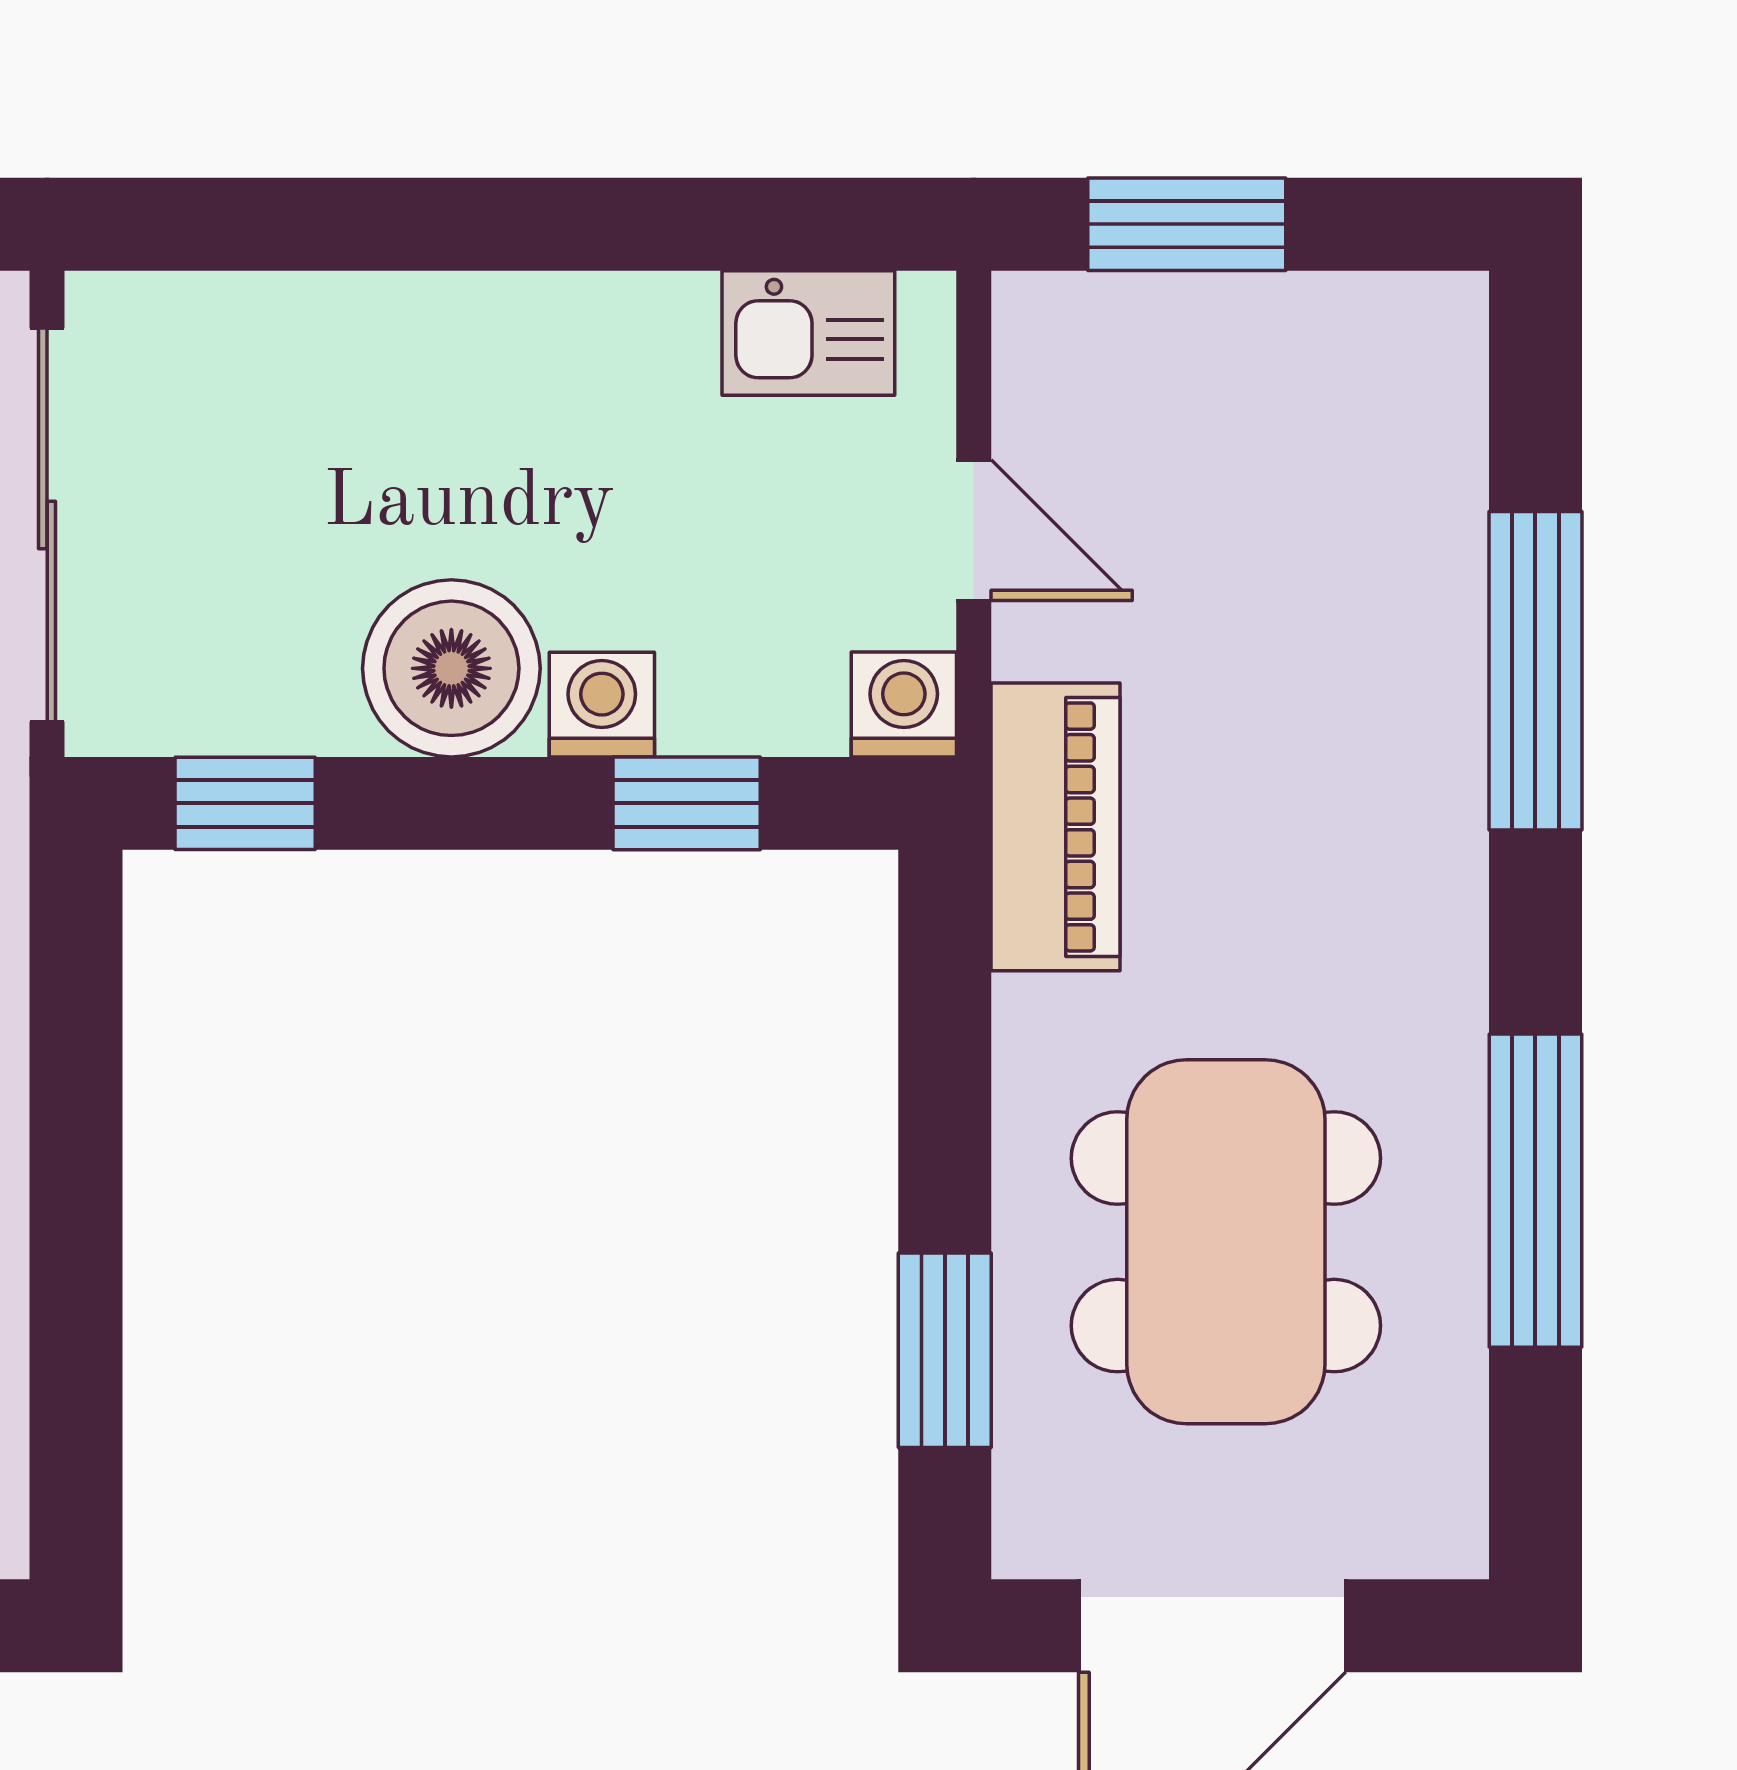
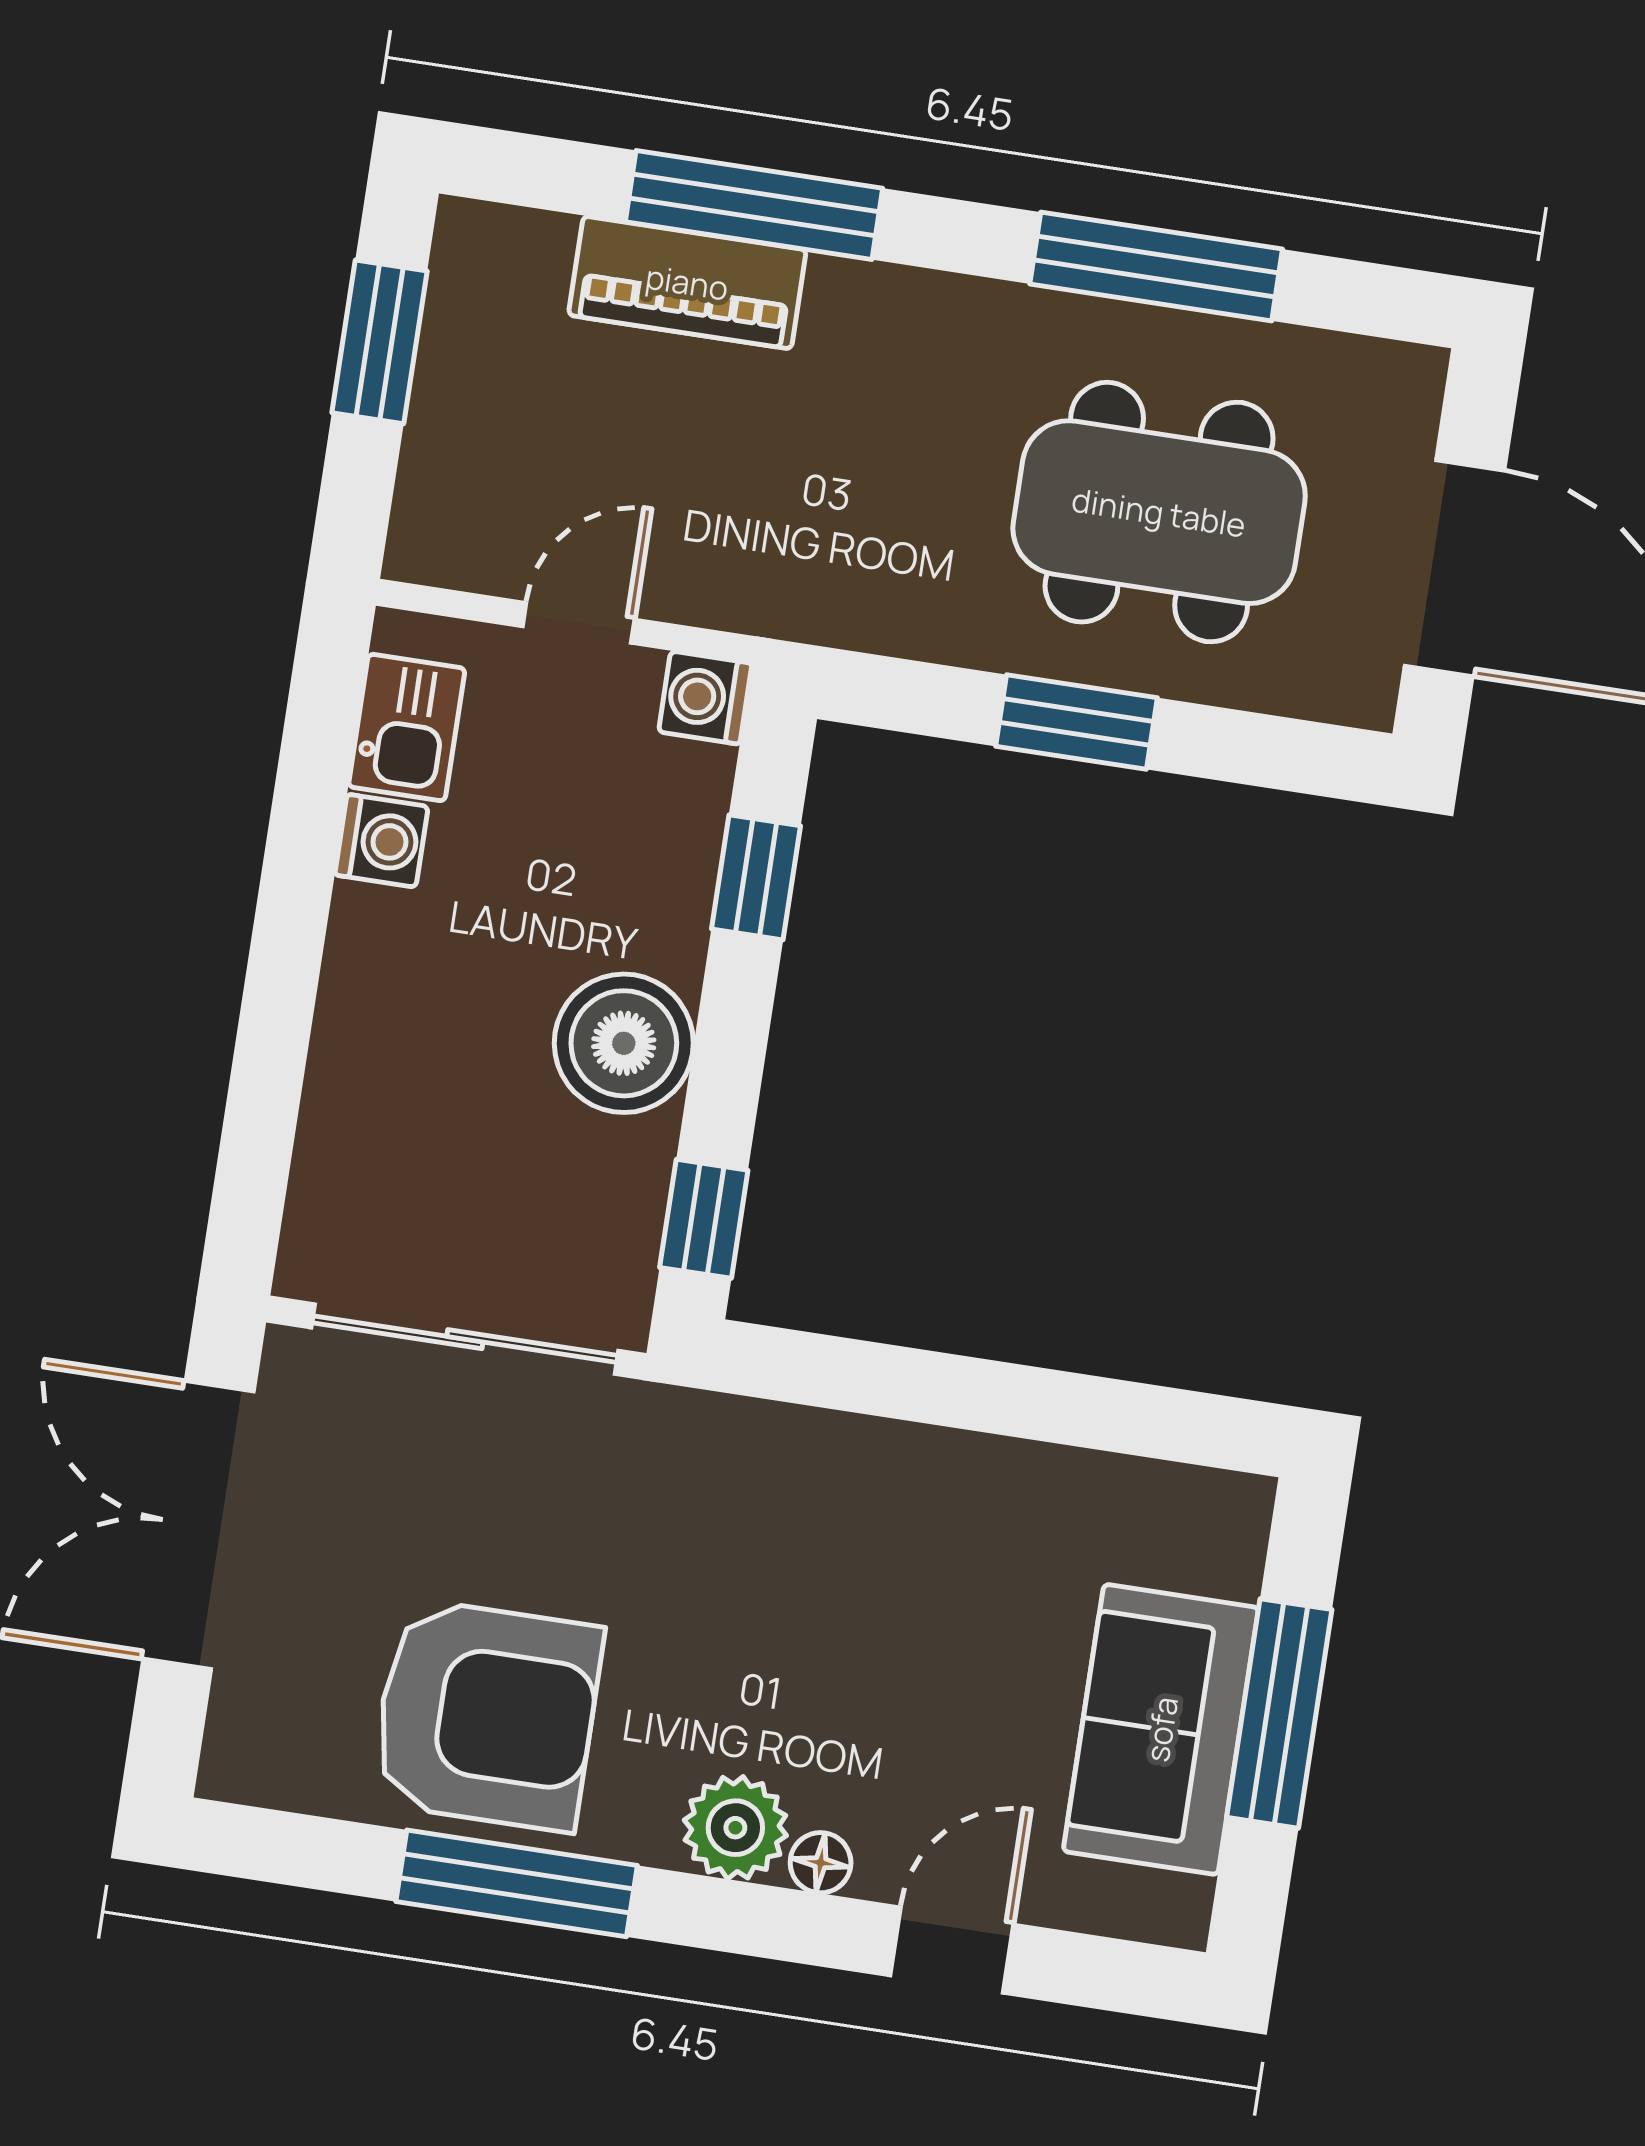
window: (1187, 224) -> (379, 342), moved
washing machine: (602, 705) -> (381, 841), moved, turned 180
piano: (1055, 827) -> (687, 282), moved, turned 180
window: (945, 1350) -> (1076, 722), moved

